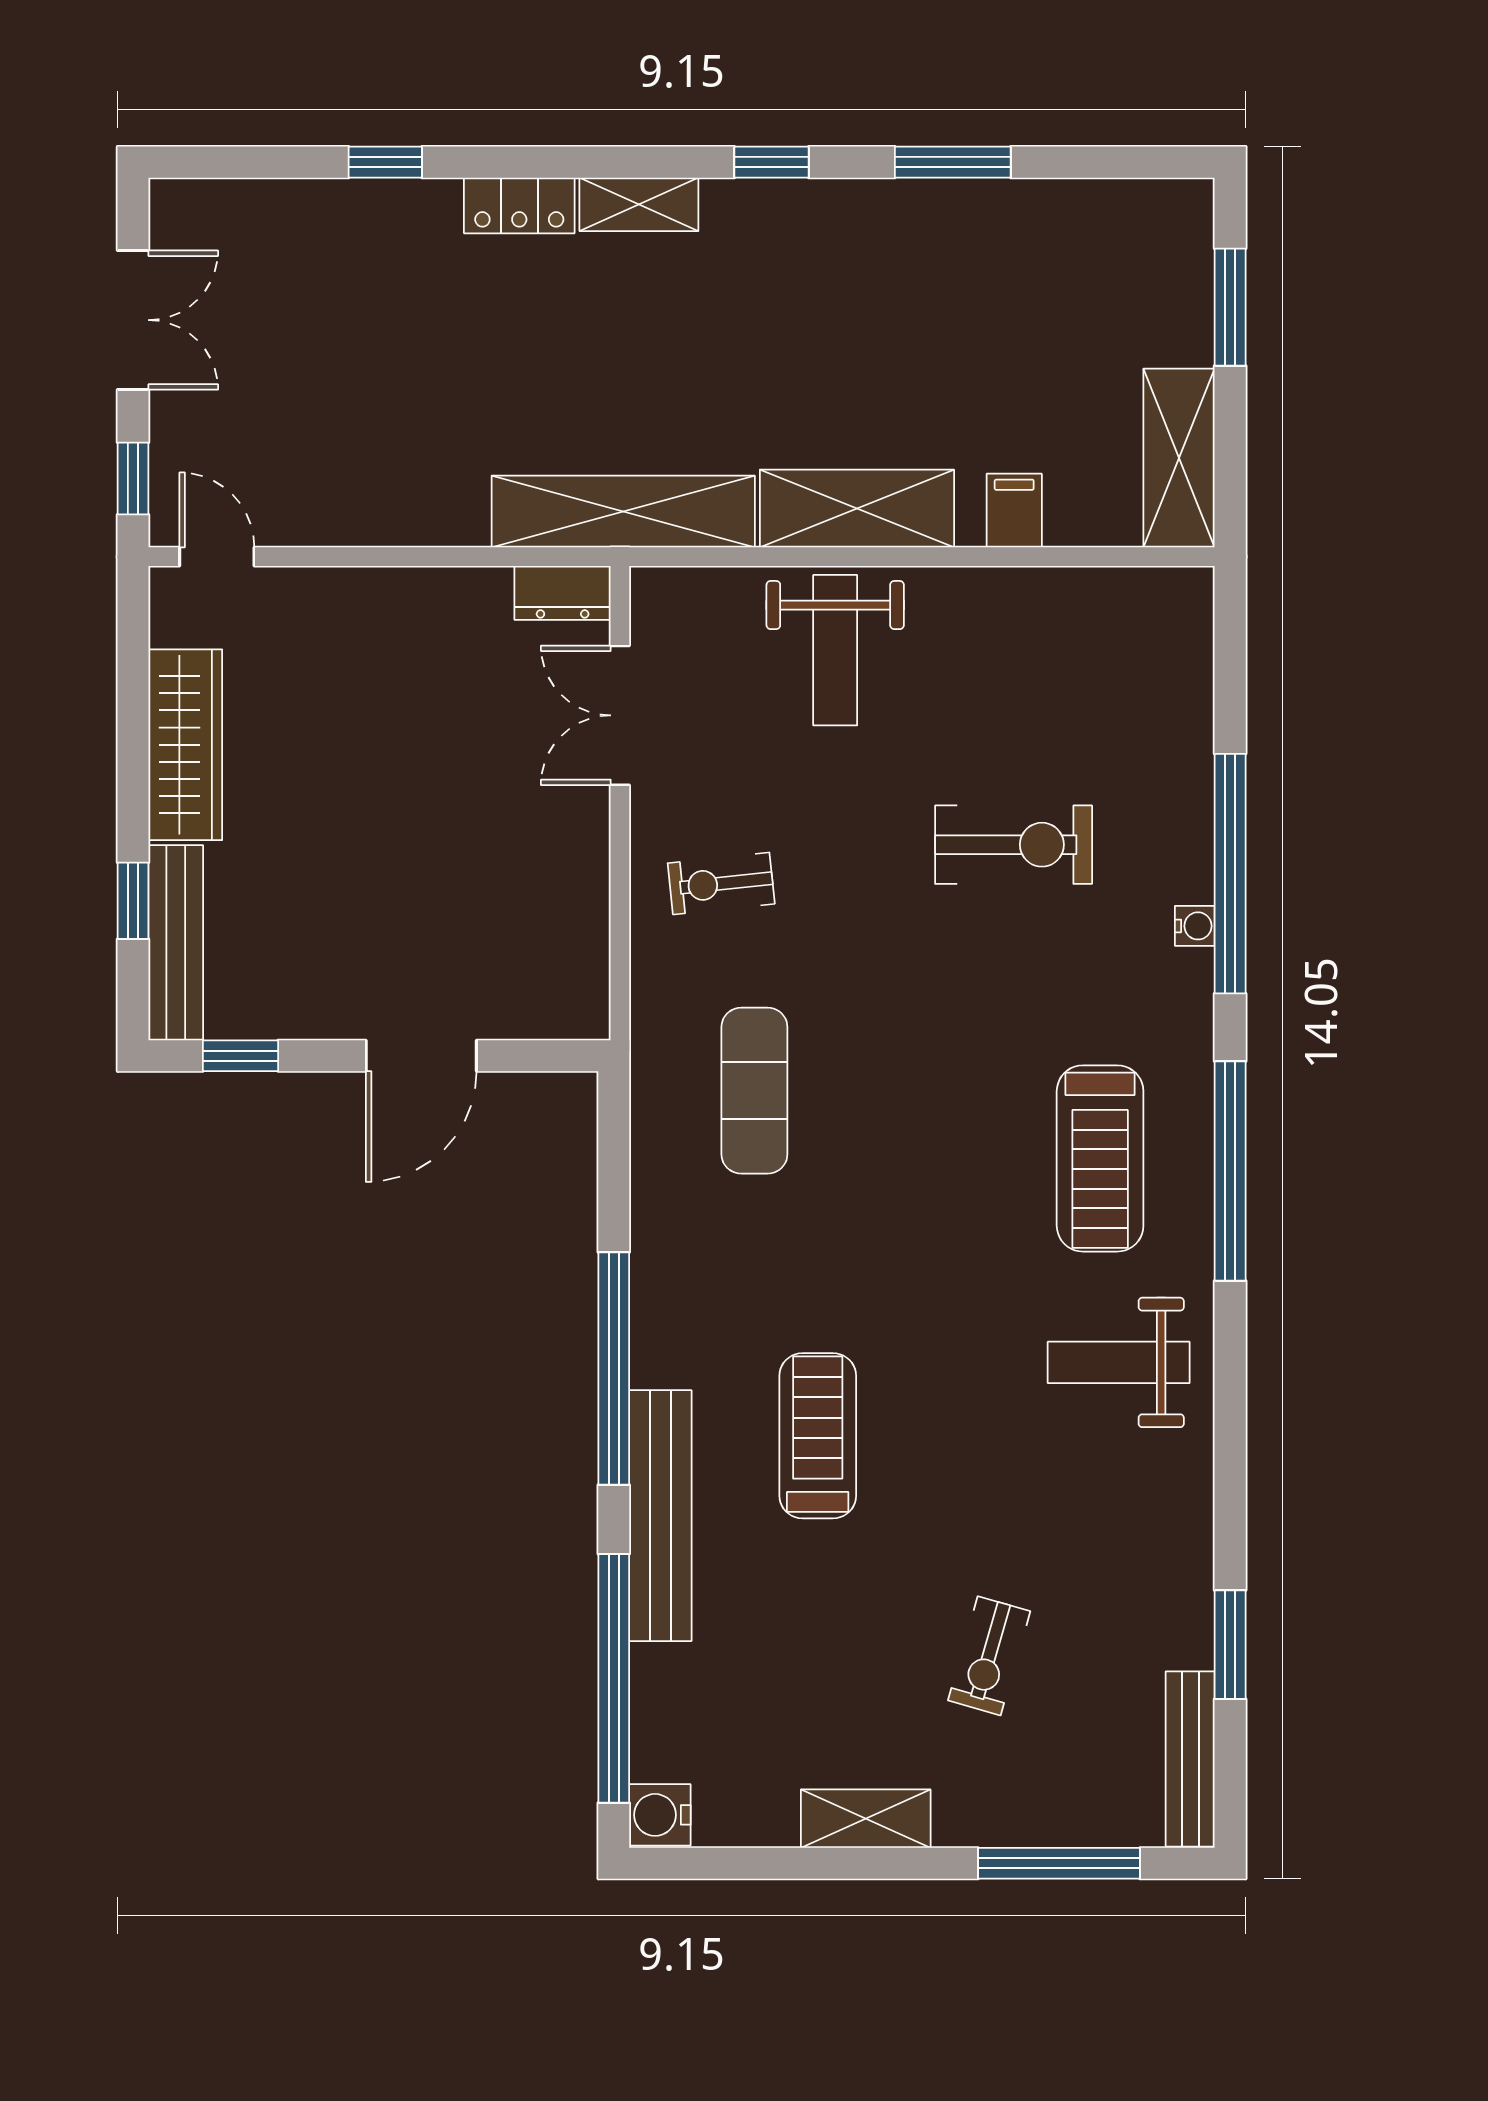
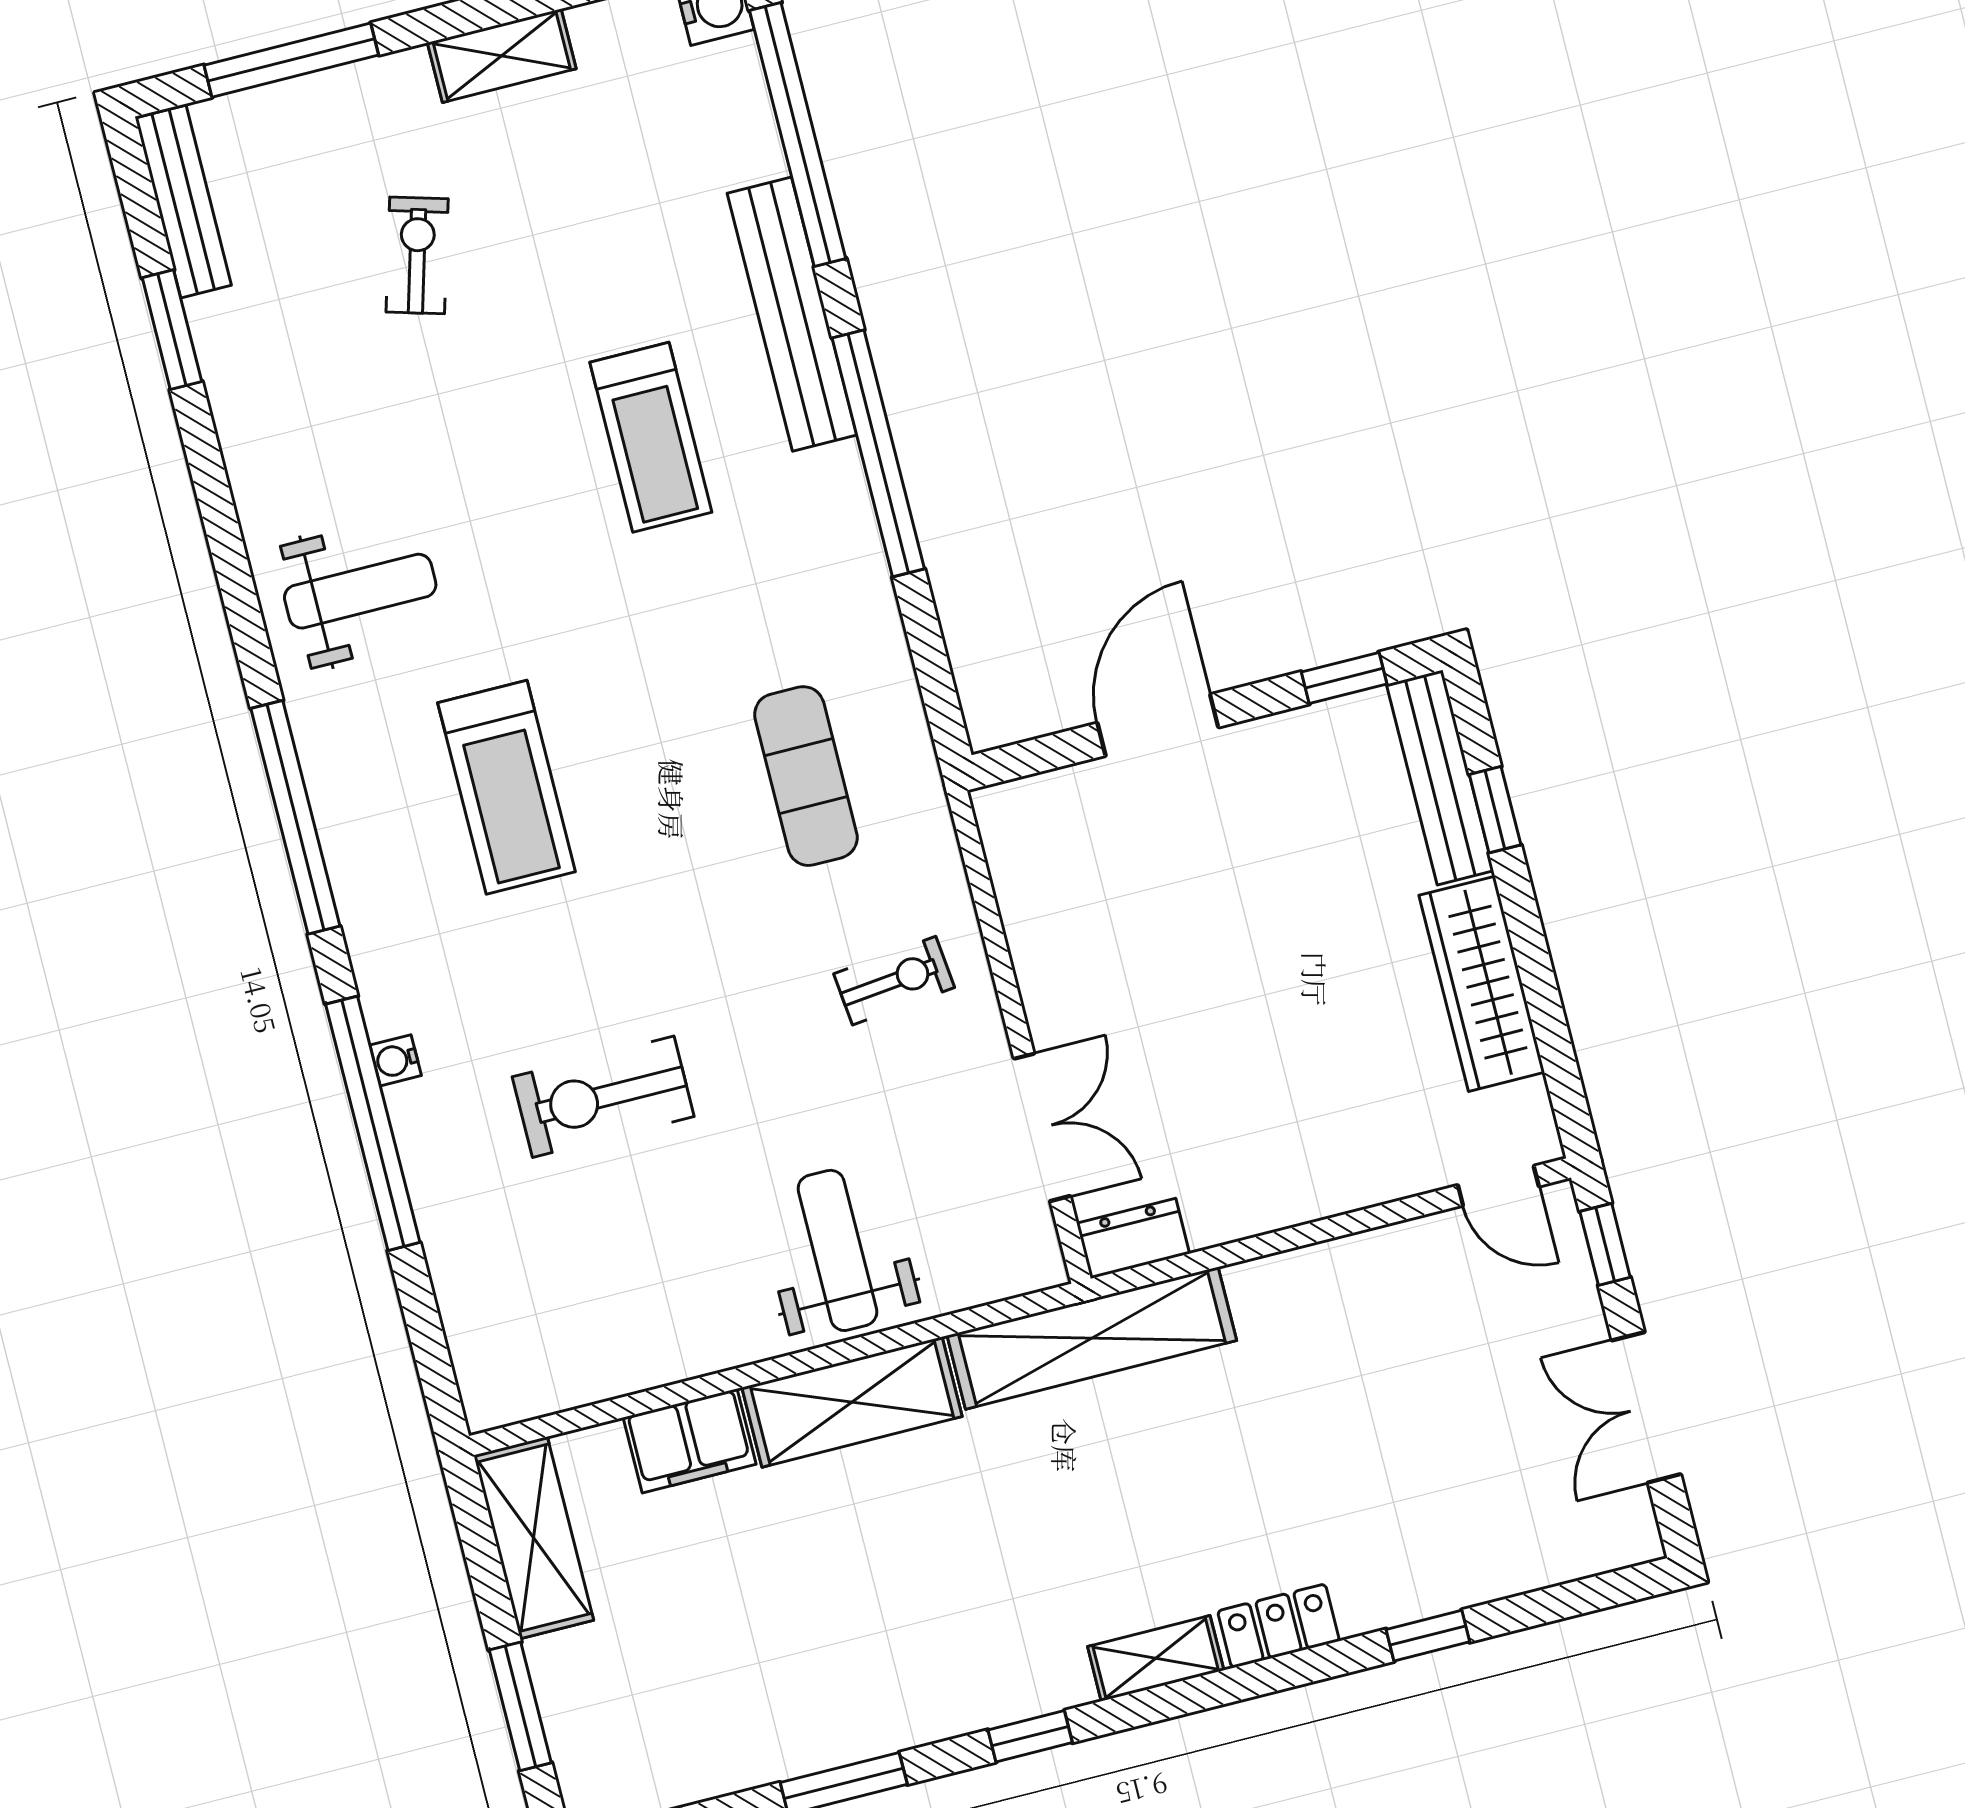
filing cabinet: (1014, 510) -> (690, 1441), width x2.00
treadmill: (1100, 1158) -> (507, 787), moved, turned 180

